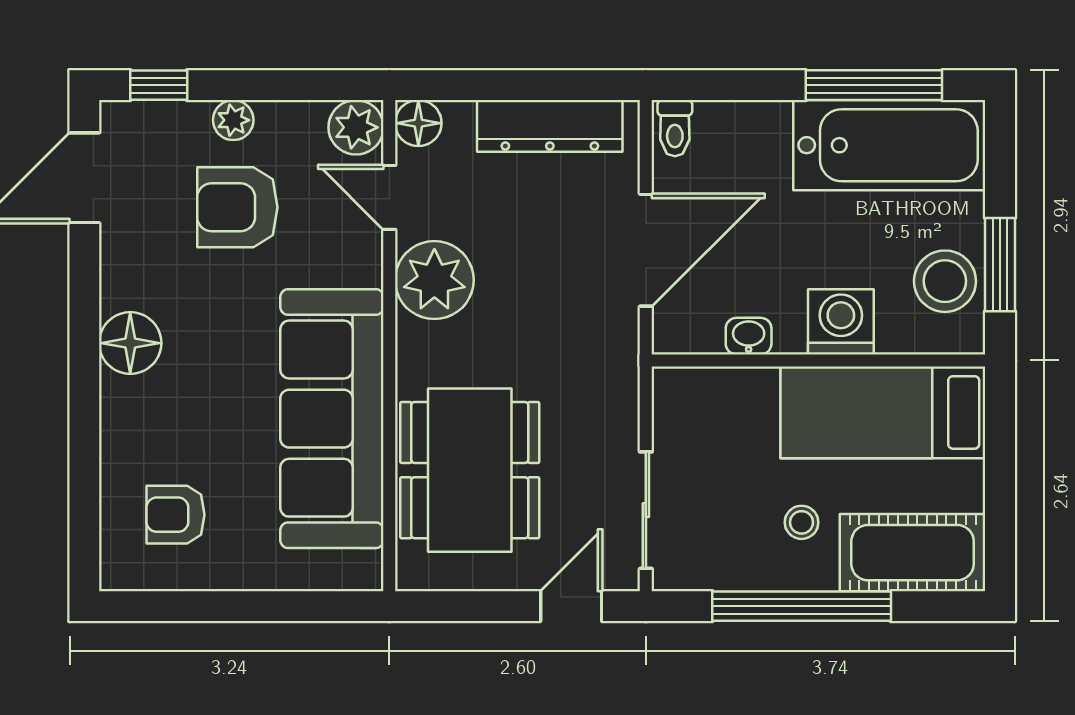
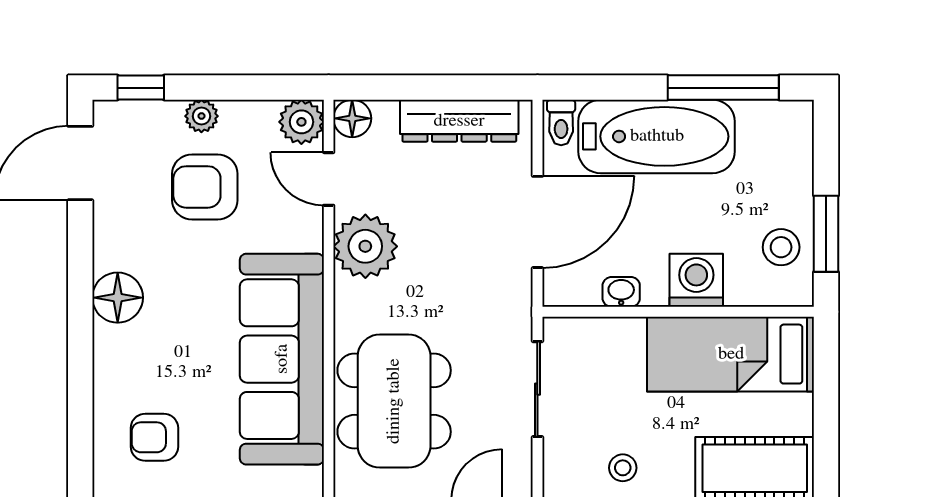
bathtub: (889, 145) -> (657, 136), moved
stool: (945, 281) -> (781, 247), width x0.73, depth x0.73
sliding door: (646, 510) -> (537, 389), moved
stool: (802, 522) -> (623, 468), moved

